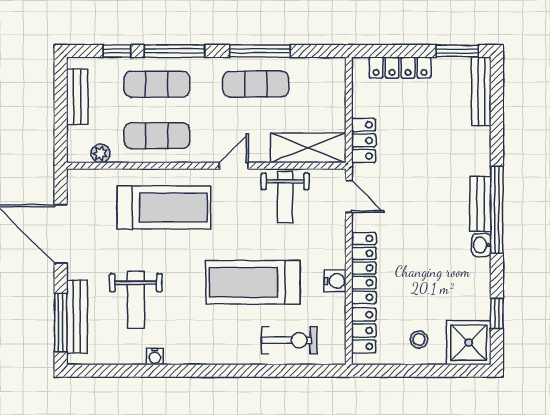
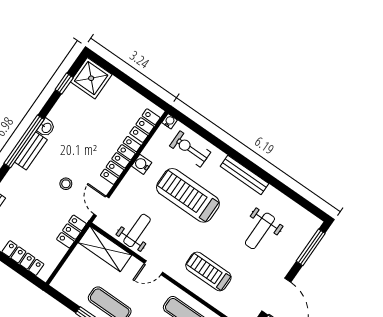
treadmill: (164, 207) -> (208, 271), width x0.73, depth x0.73
treadmill: (253, 282) -> (188, 195), turned 180
weight bench: (136, 300) -> (260, 231), turned 180
bench: (77, 316) -> (244, 175), moved, turned 90
stool: (419, 339) -> (66, 184), moved
water cooler: (155, 357) -> (169, 121), moved

